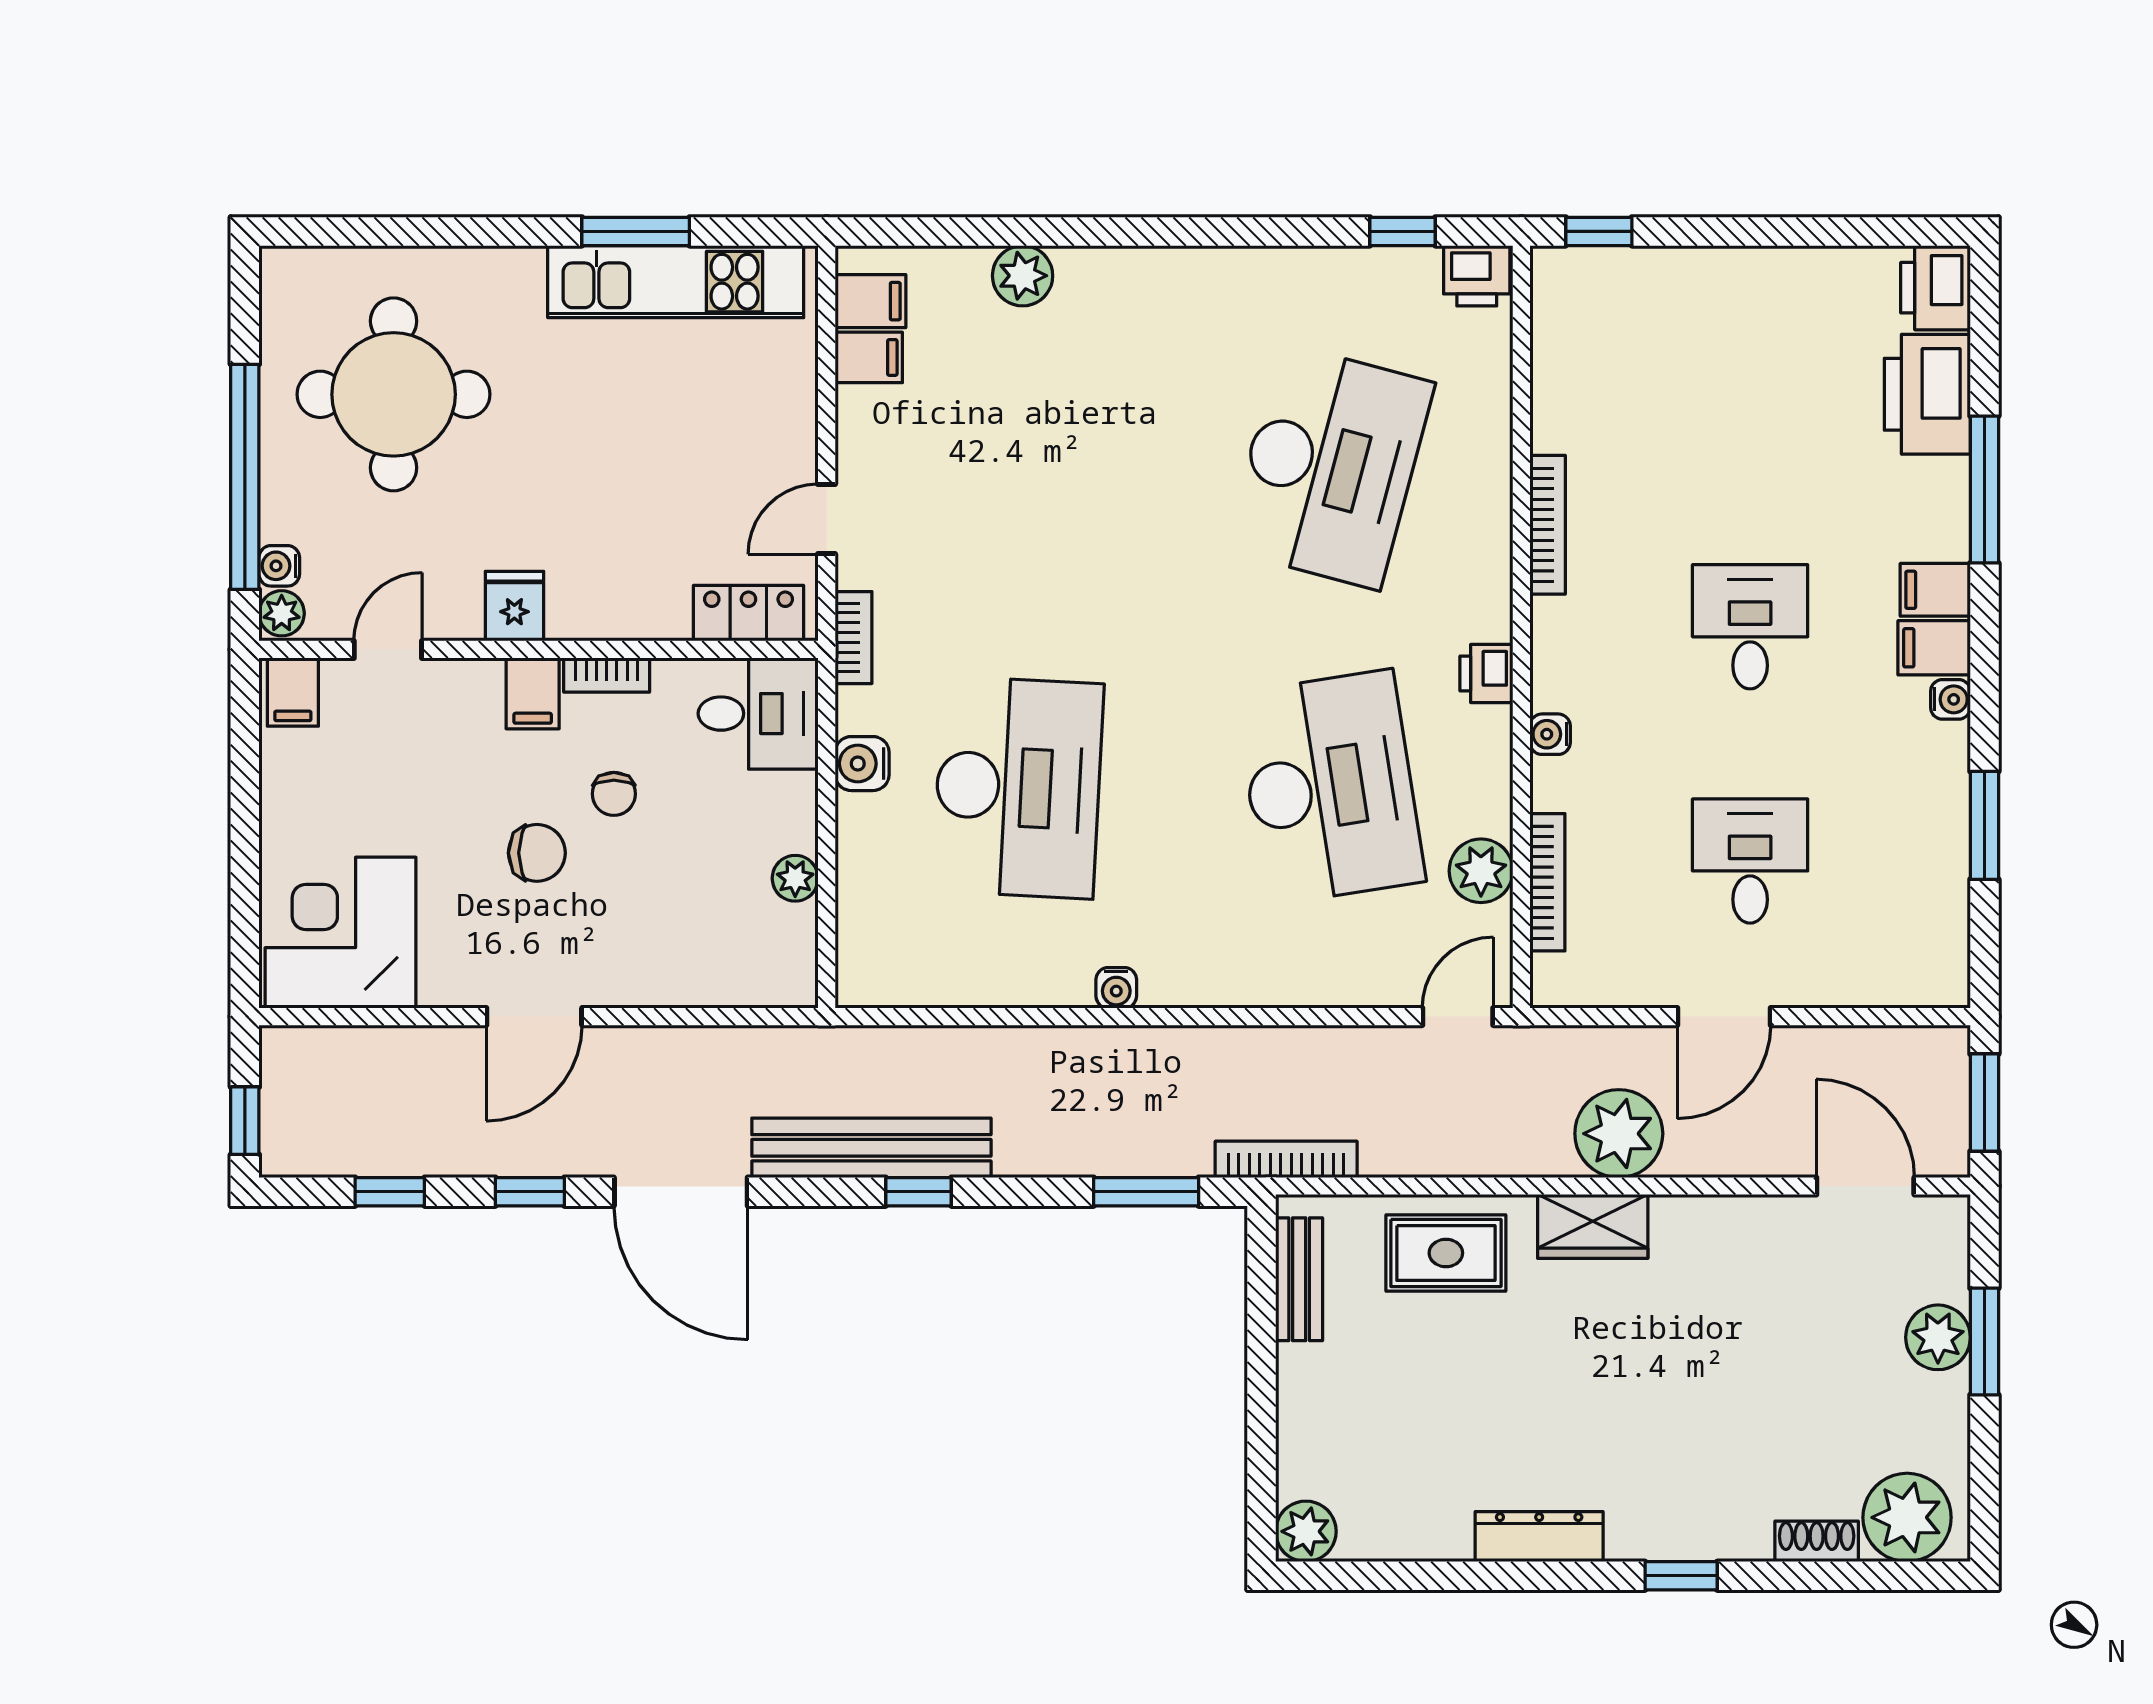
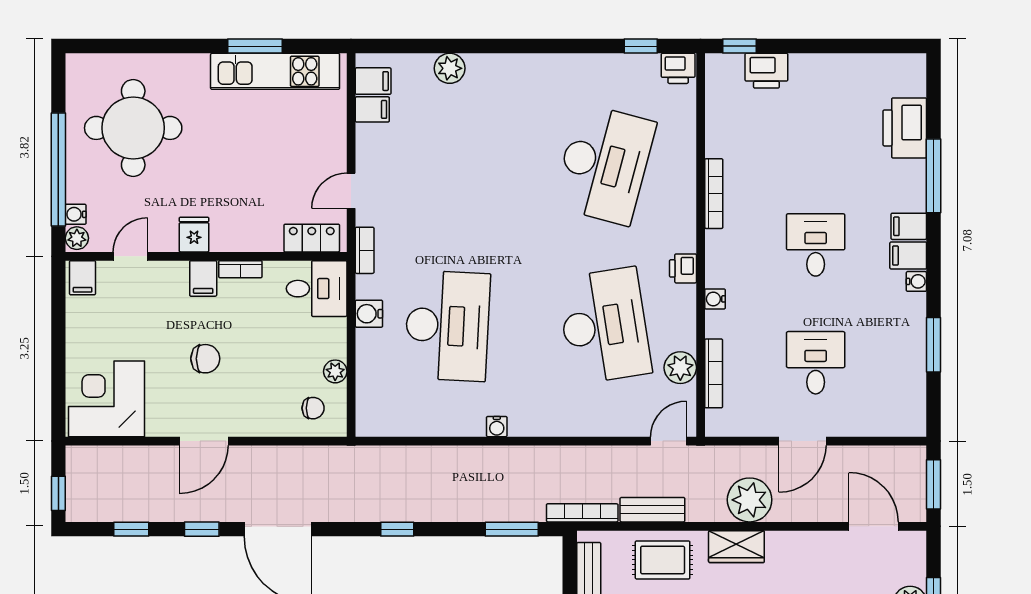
printer: (1936, 288) -> (766, 71), moved, turned -90
chair: (614, 794) -> (313, 408), moved, turned -90
bench: (871, 1148) -> (652, 510), moved, width x0.54, depth x0.82

